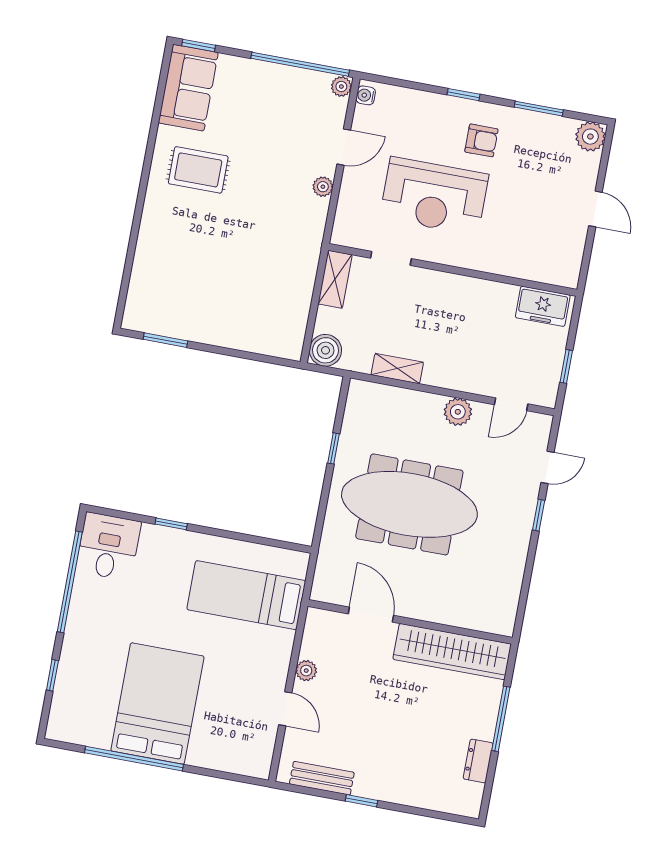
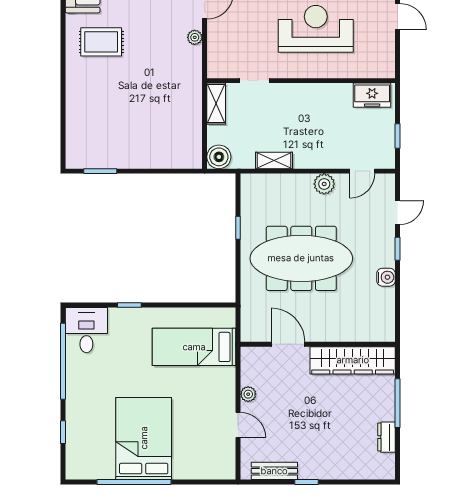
reception desk: (434, 196) -> (316, 29), moved, turned 180
water cooler: (517, 550) -> (386, 277), added

